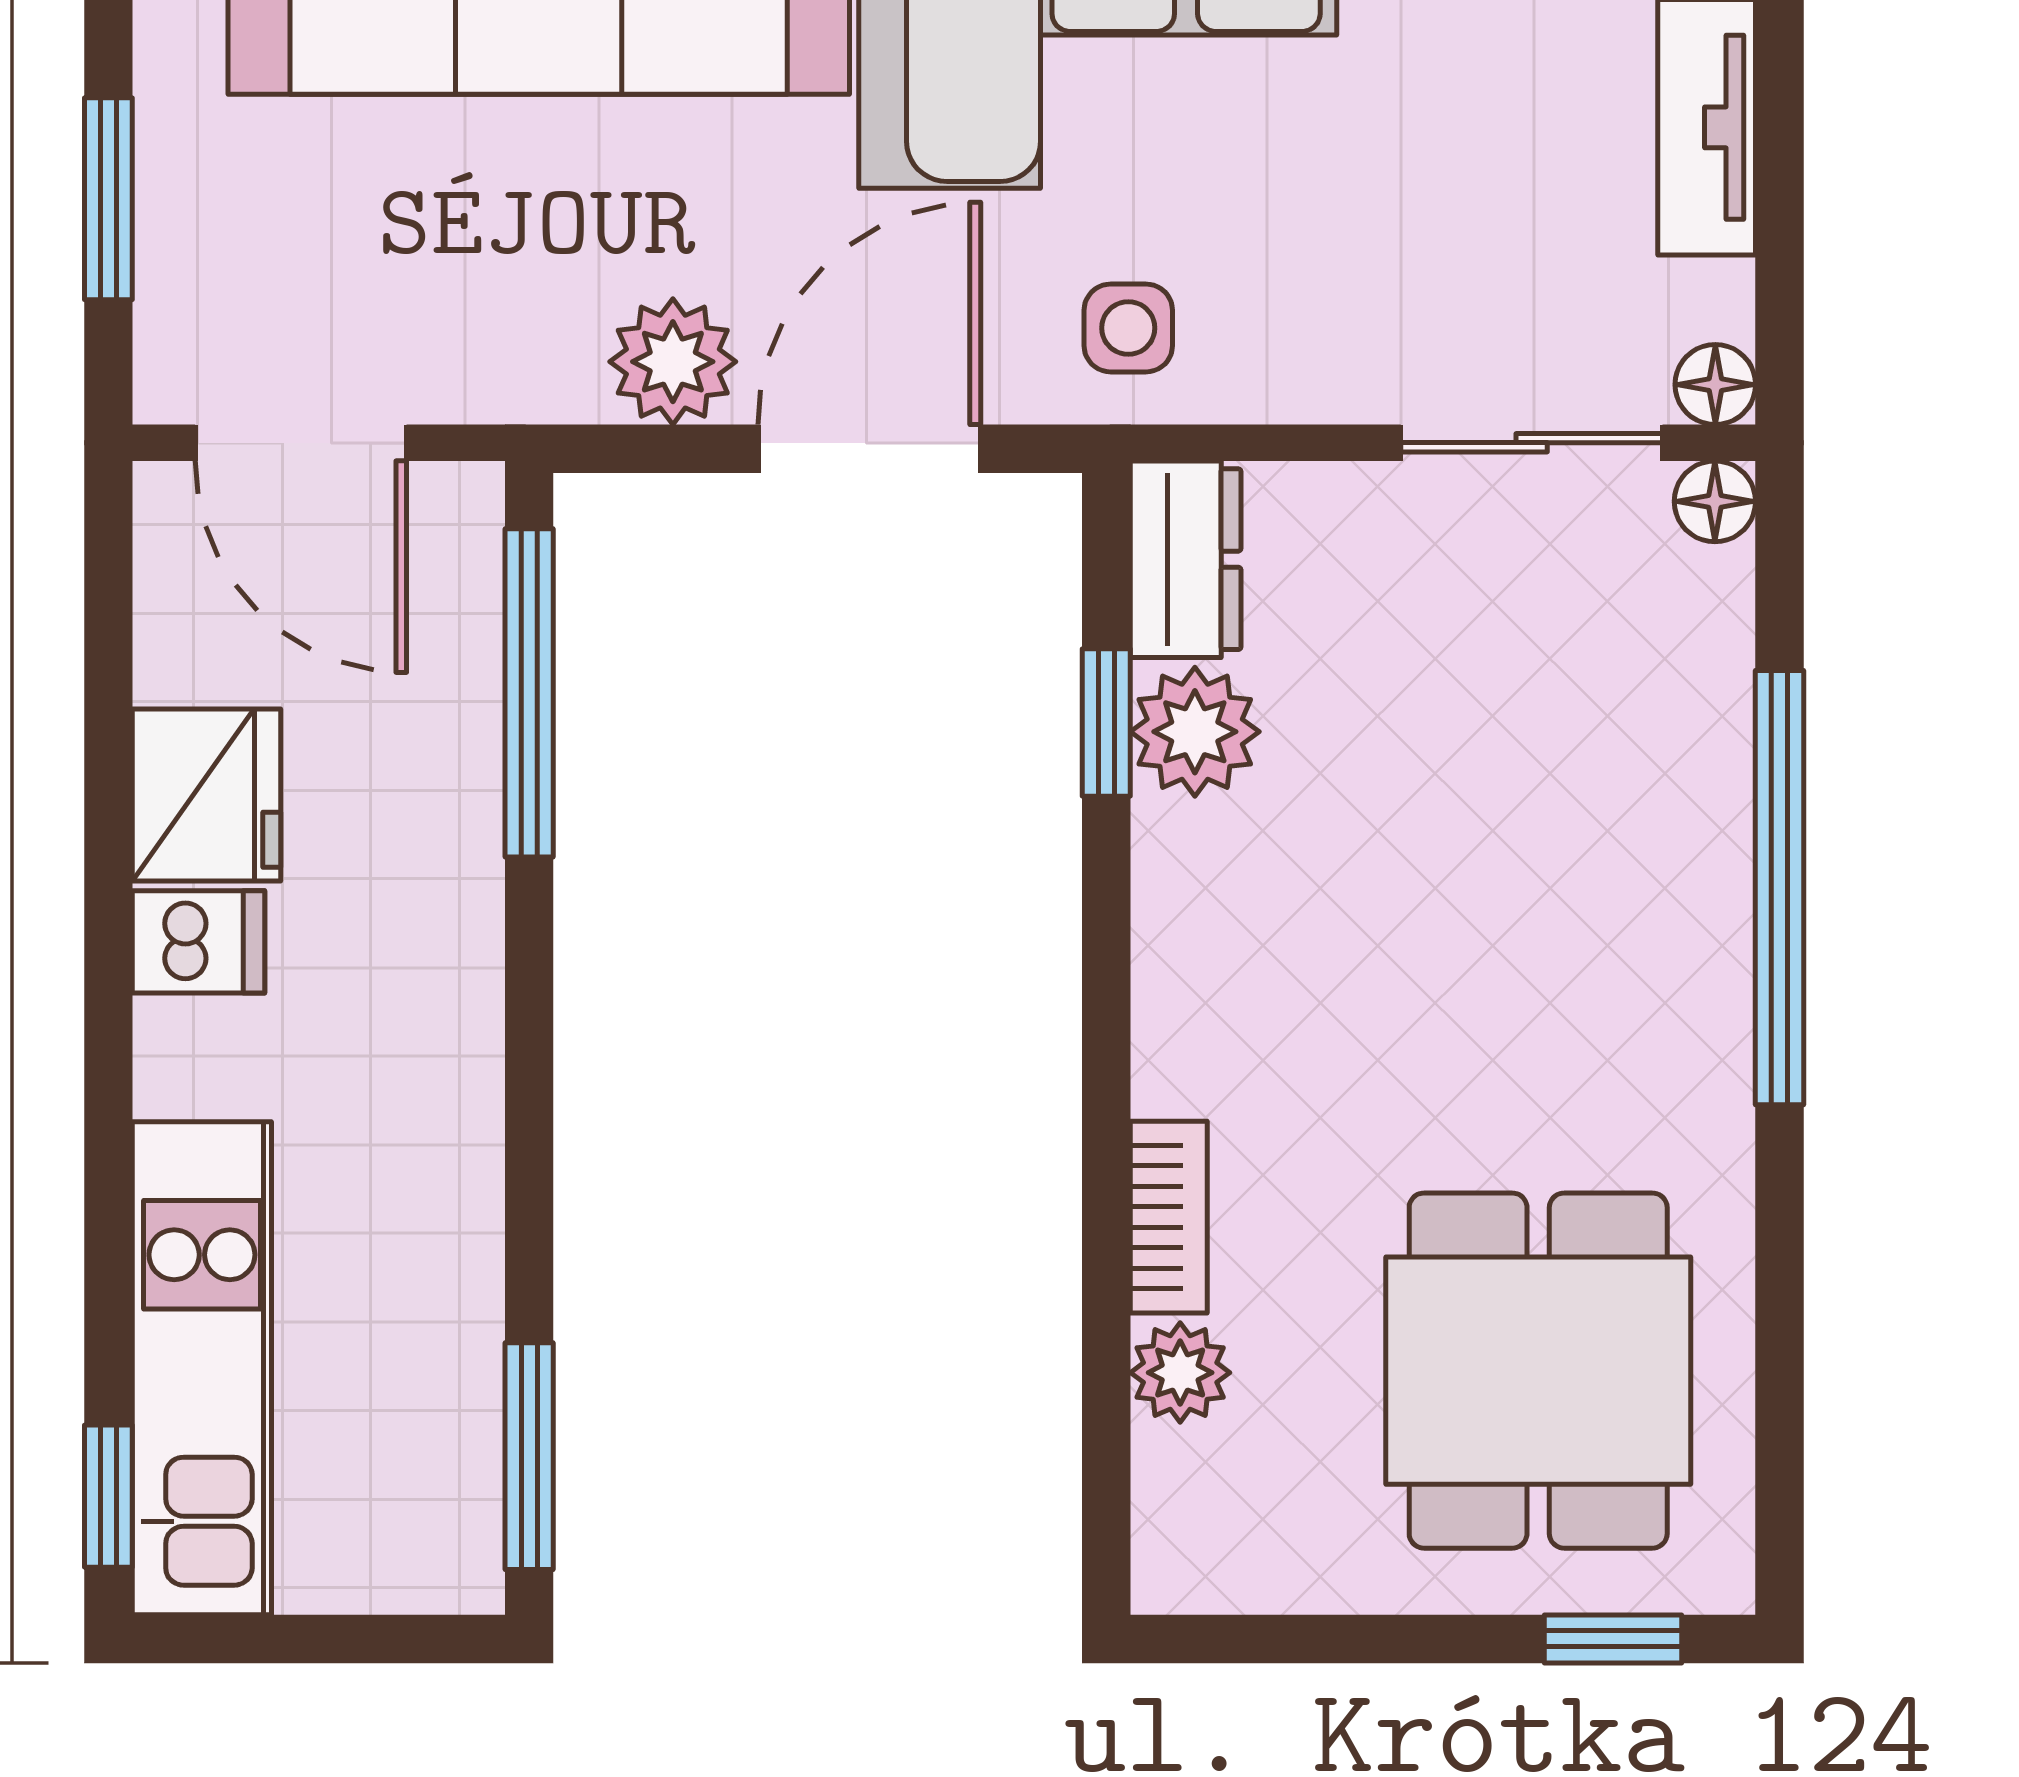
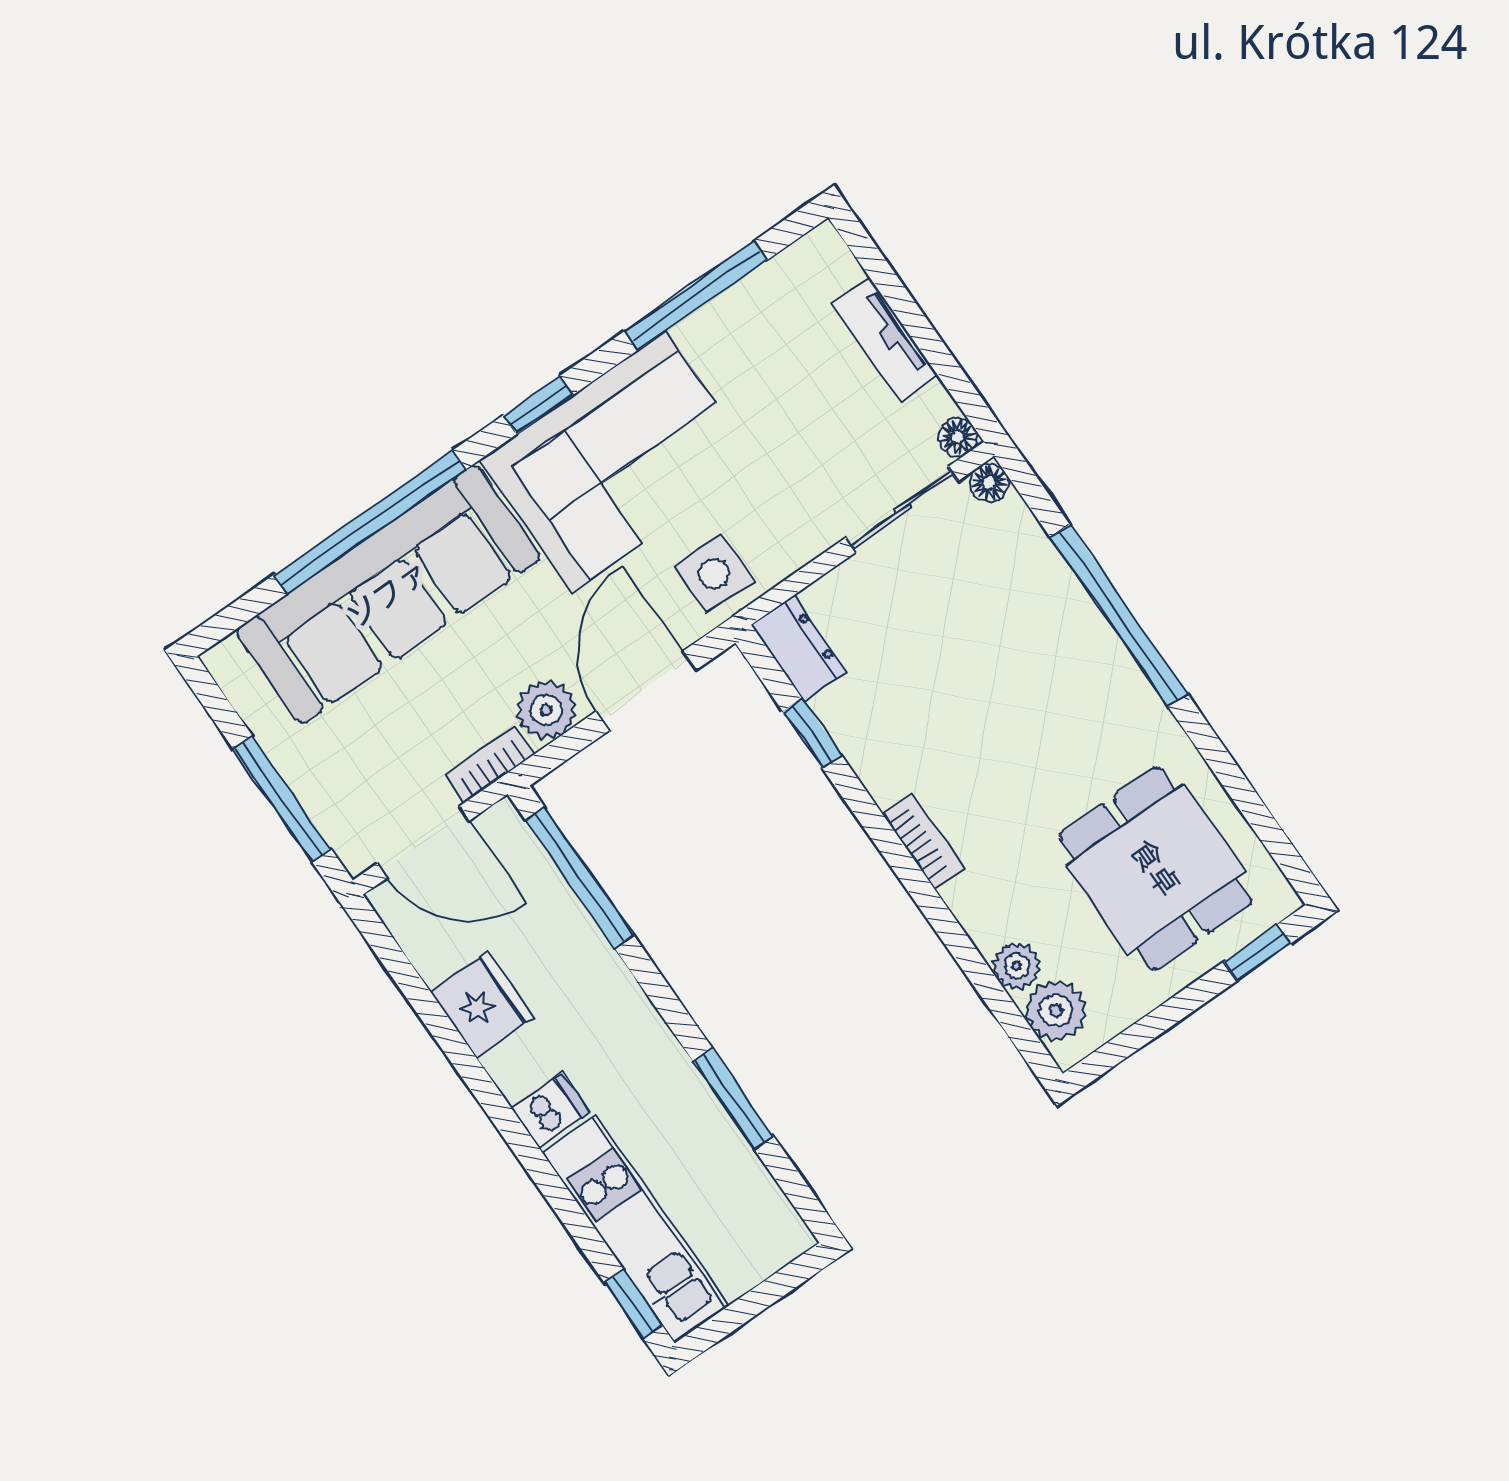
window: (108, 199) -> (282, 799), width x1.44
side table: (1128, 328) -> (714, 574), width x1.37, depth x1.37
bookcase: (509, 388) -> (490, 765), added
plant: (1195, 732) -> (1056, 1010), moved
dishwasher: (199, 942) -> (551, 1110), moved
bookcase: (1169, 1217) -> (923, 841), moved
window: (529, 1456) -> (733, 1099), moved

